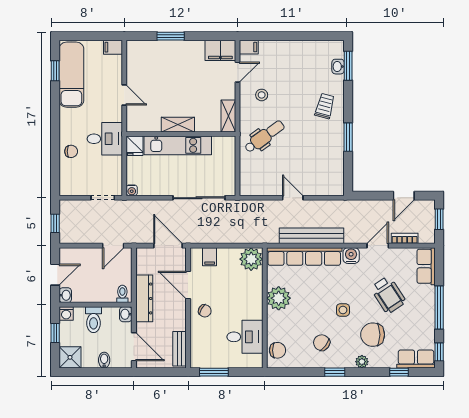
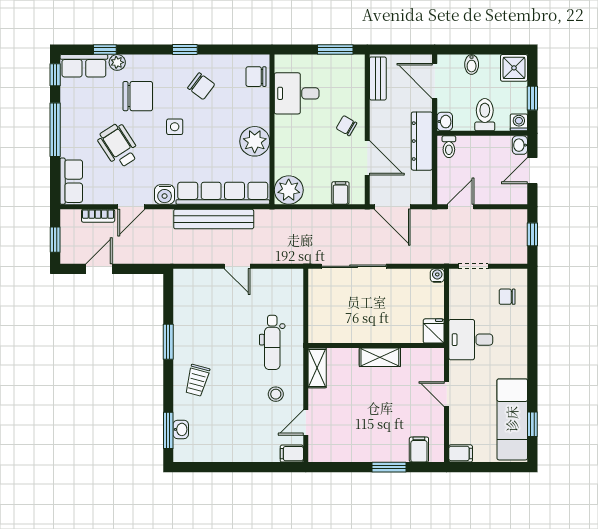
filing cabinet: (220, 50) -> (419, 450), moved, width x0.50
dental chair: (264, 137) -> (272, 342), turned -54
kitchen unit: (178, 145) -> (380, 331), removed
chair: (71, 151) -> (507, 297), moved
plant: (362, 362) -> (117, 62), moved

